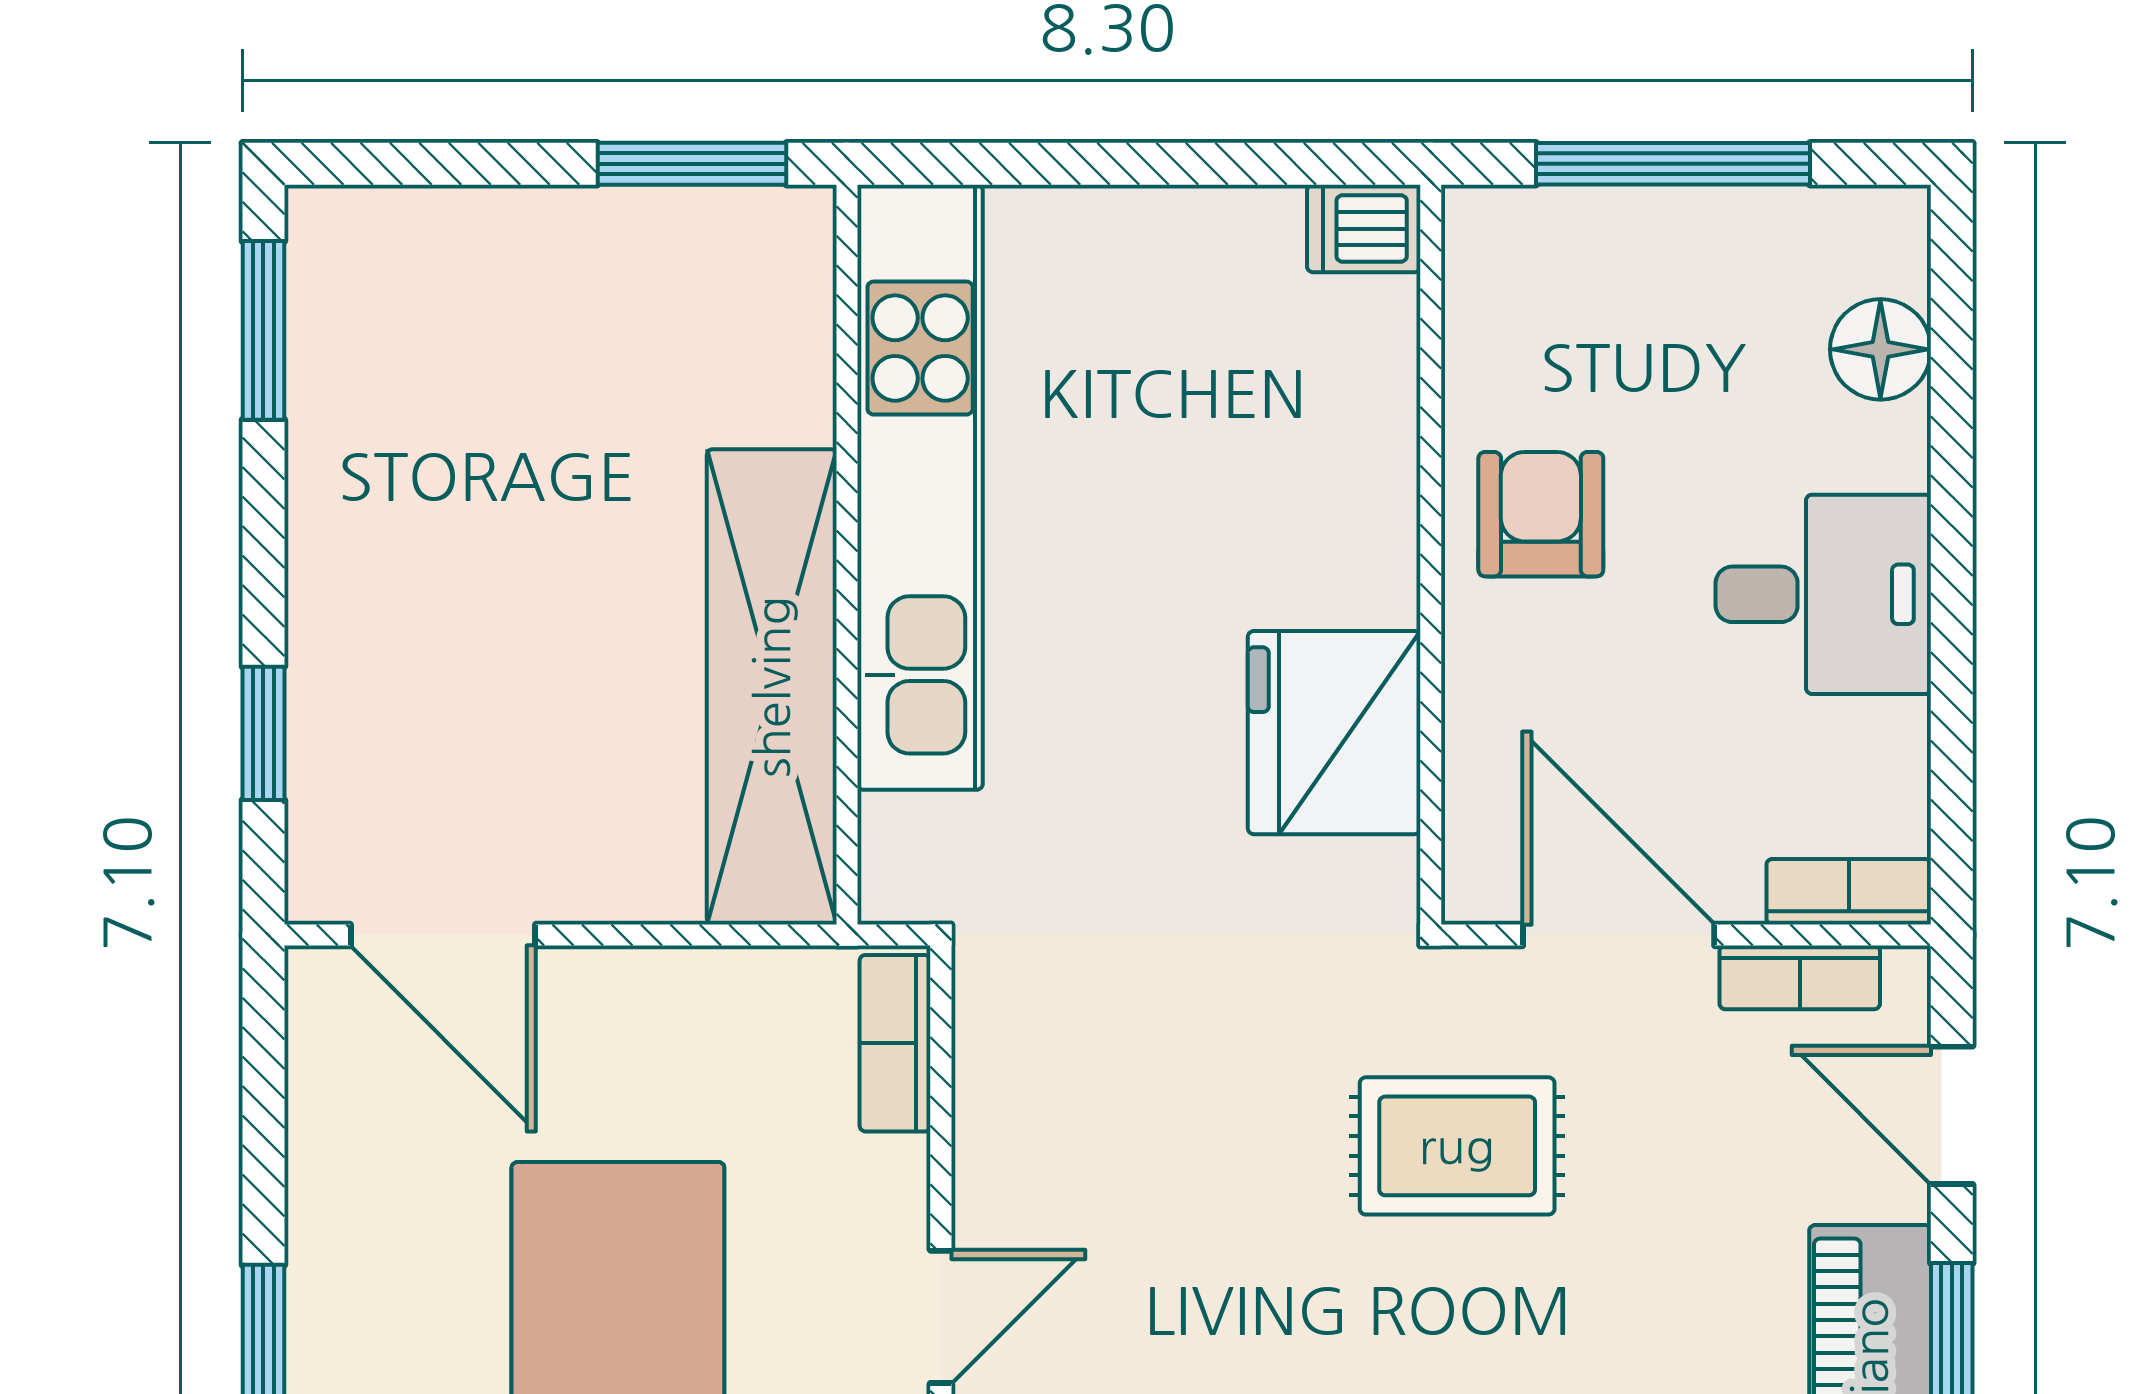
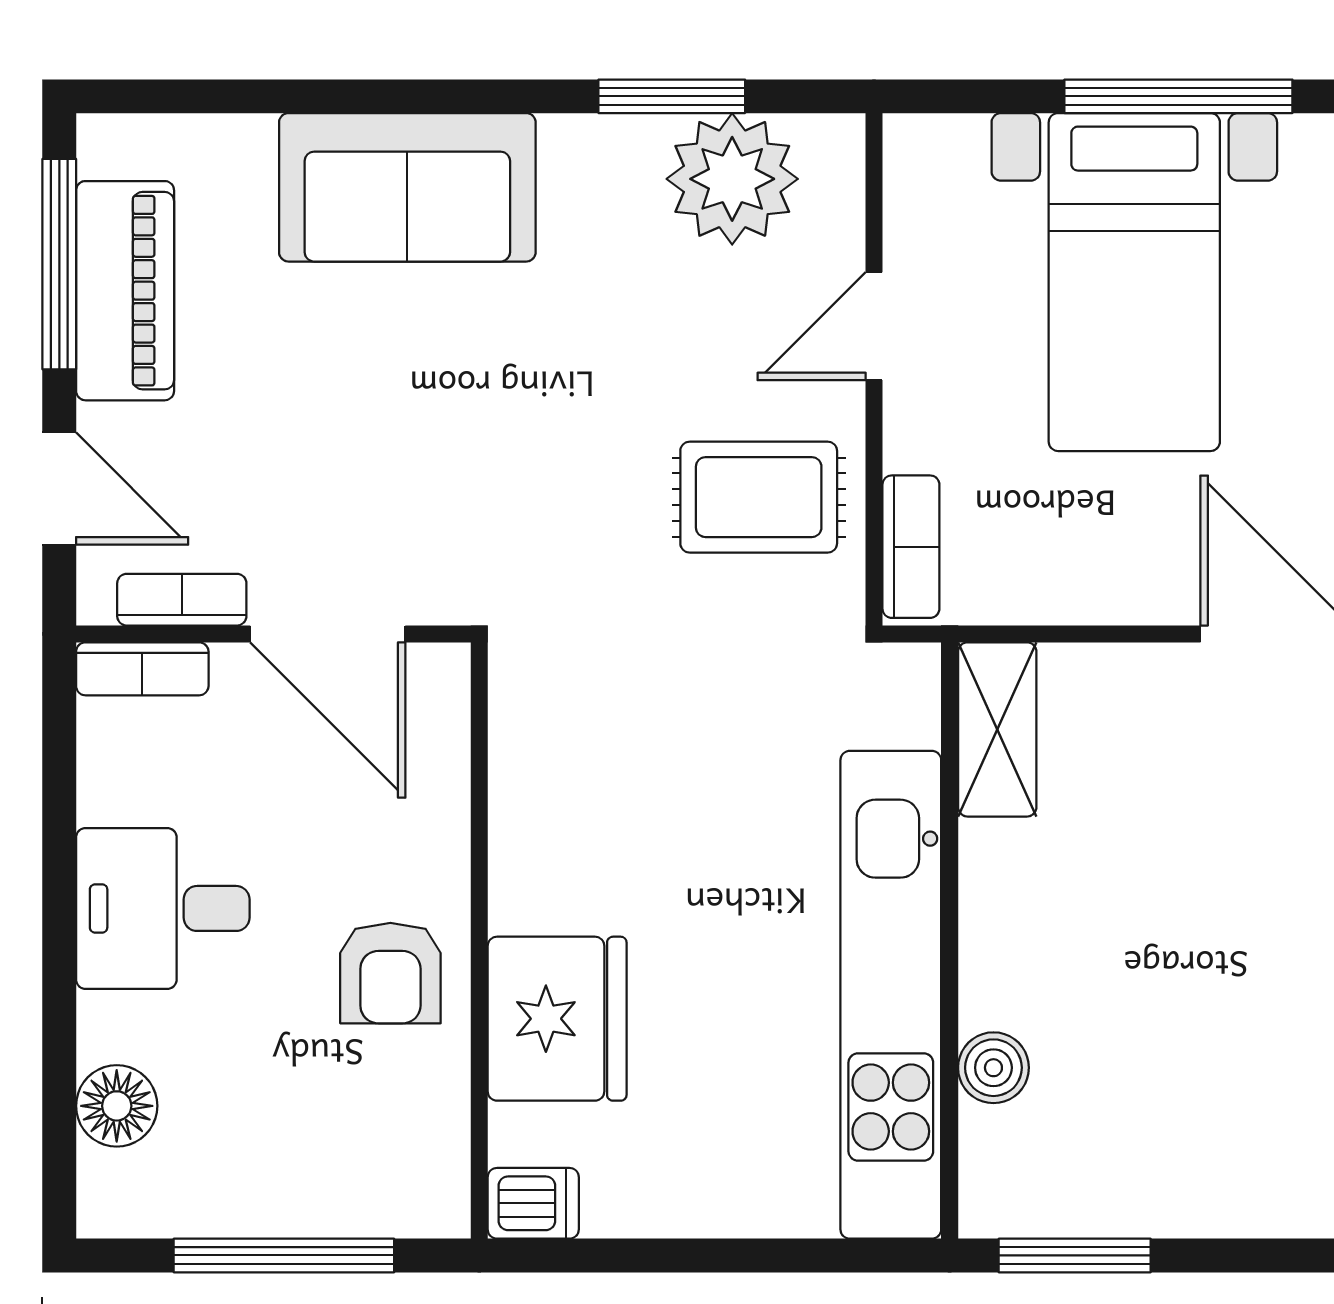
boiler: (793, 397) -> (993, 1068), added
shelving: (772, 687) -> (997, 729), width x0.45, depth x0.75
fridge: (1334, 733) -> (557, 1019), moved
rug: (1457, 1146) -> (759, 497), moved

